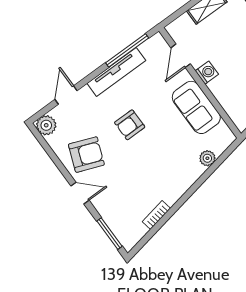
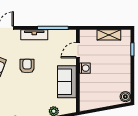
tv unit: (116, 72) -> (34, 35), width x0.71
armchair: (130, 125) -> (27, 66), turned 90

